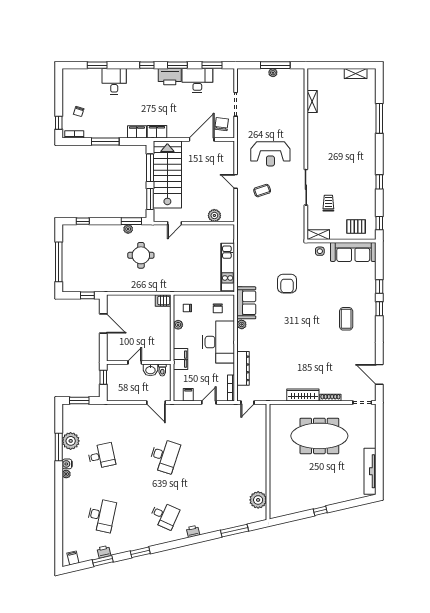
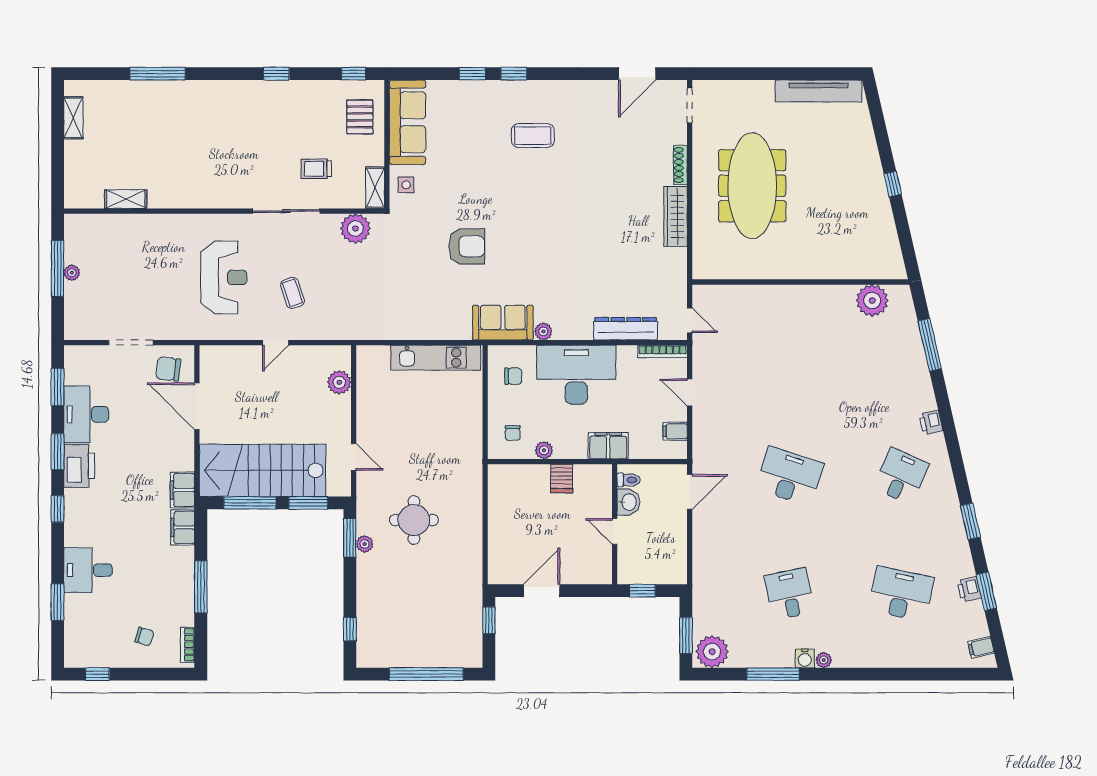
window: (59, 123) -> (97, 674), moved
plant: (297, 224) -> (355, 229), added
server rack: (163, 300) -> (562, 478), moved
plant: (71, 441) -> (712, 652), moved

